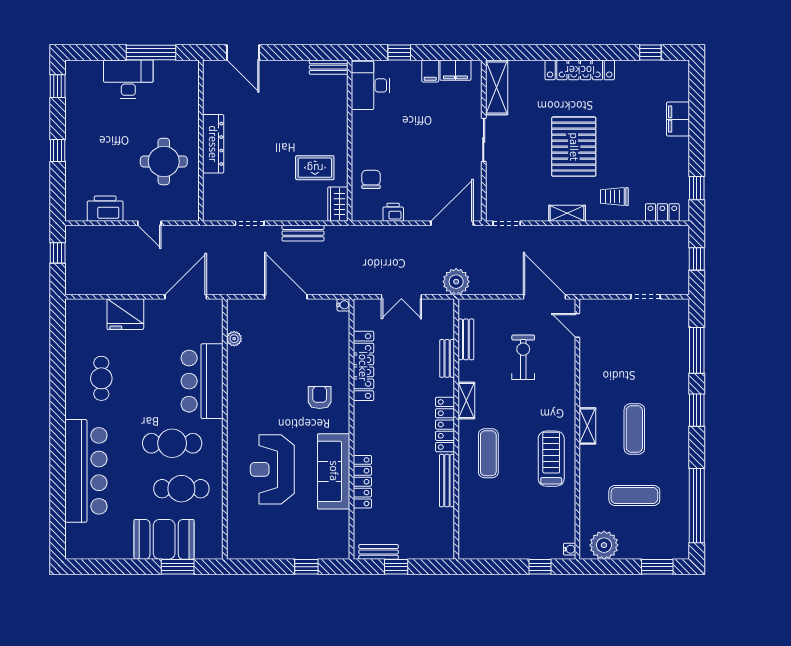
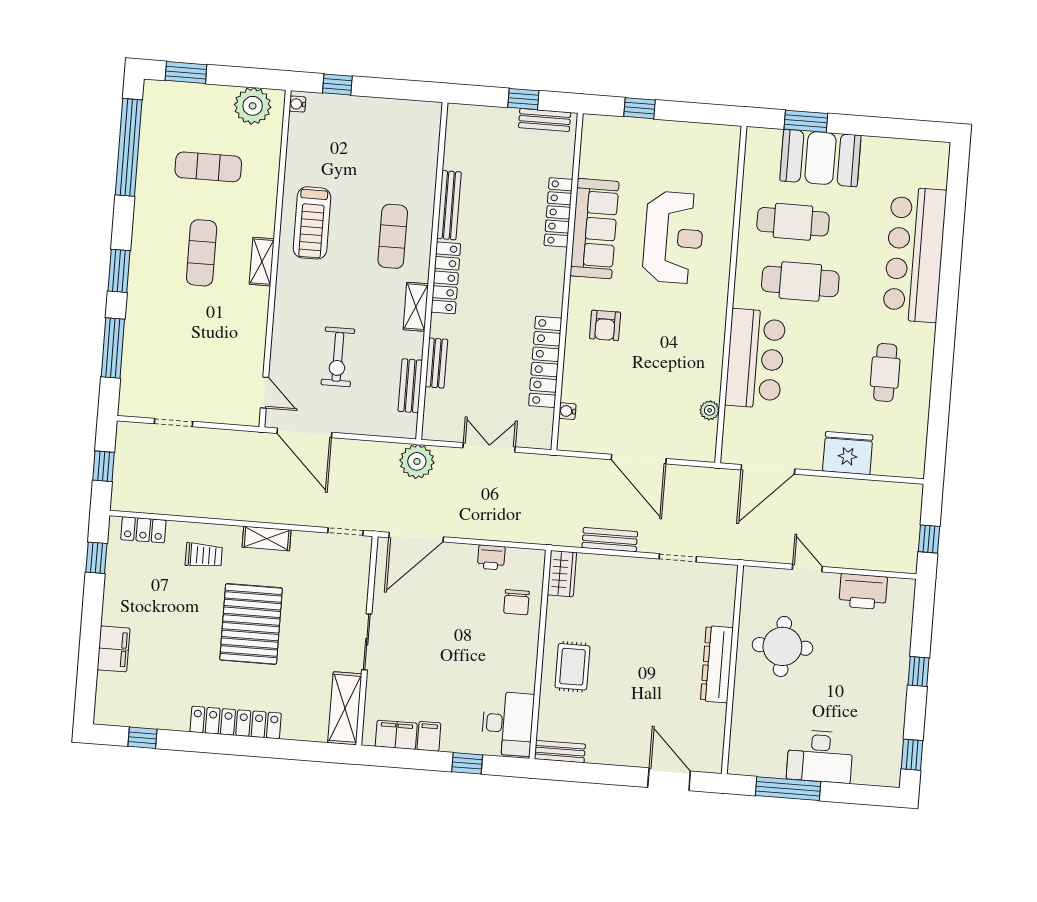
rug: (315, 168) -> (572, 667), moved, turned 90
water cooler: (343, 305) -> (567, 411), moved

